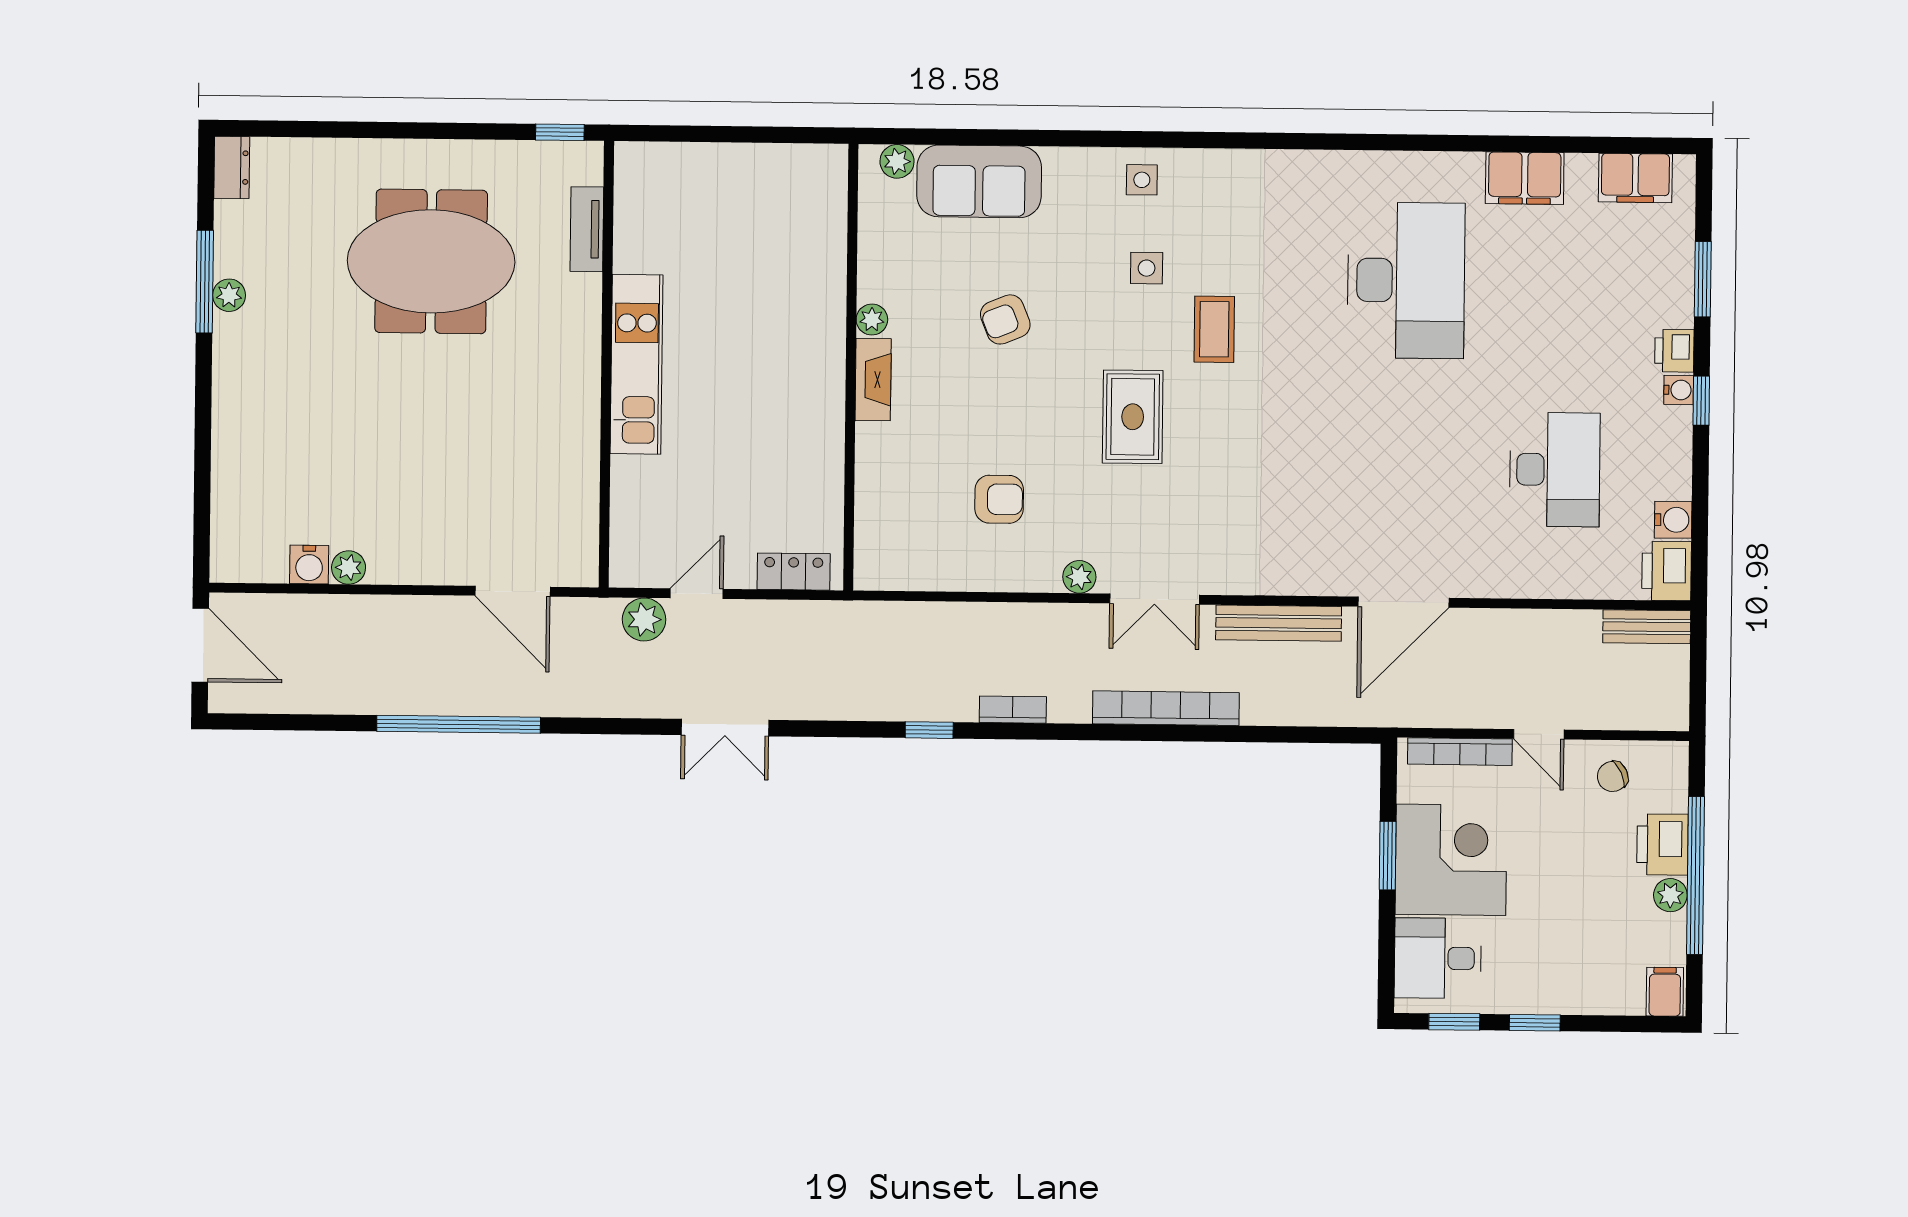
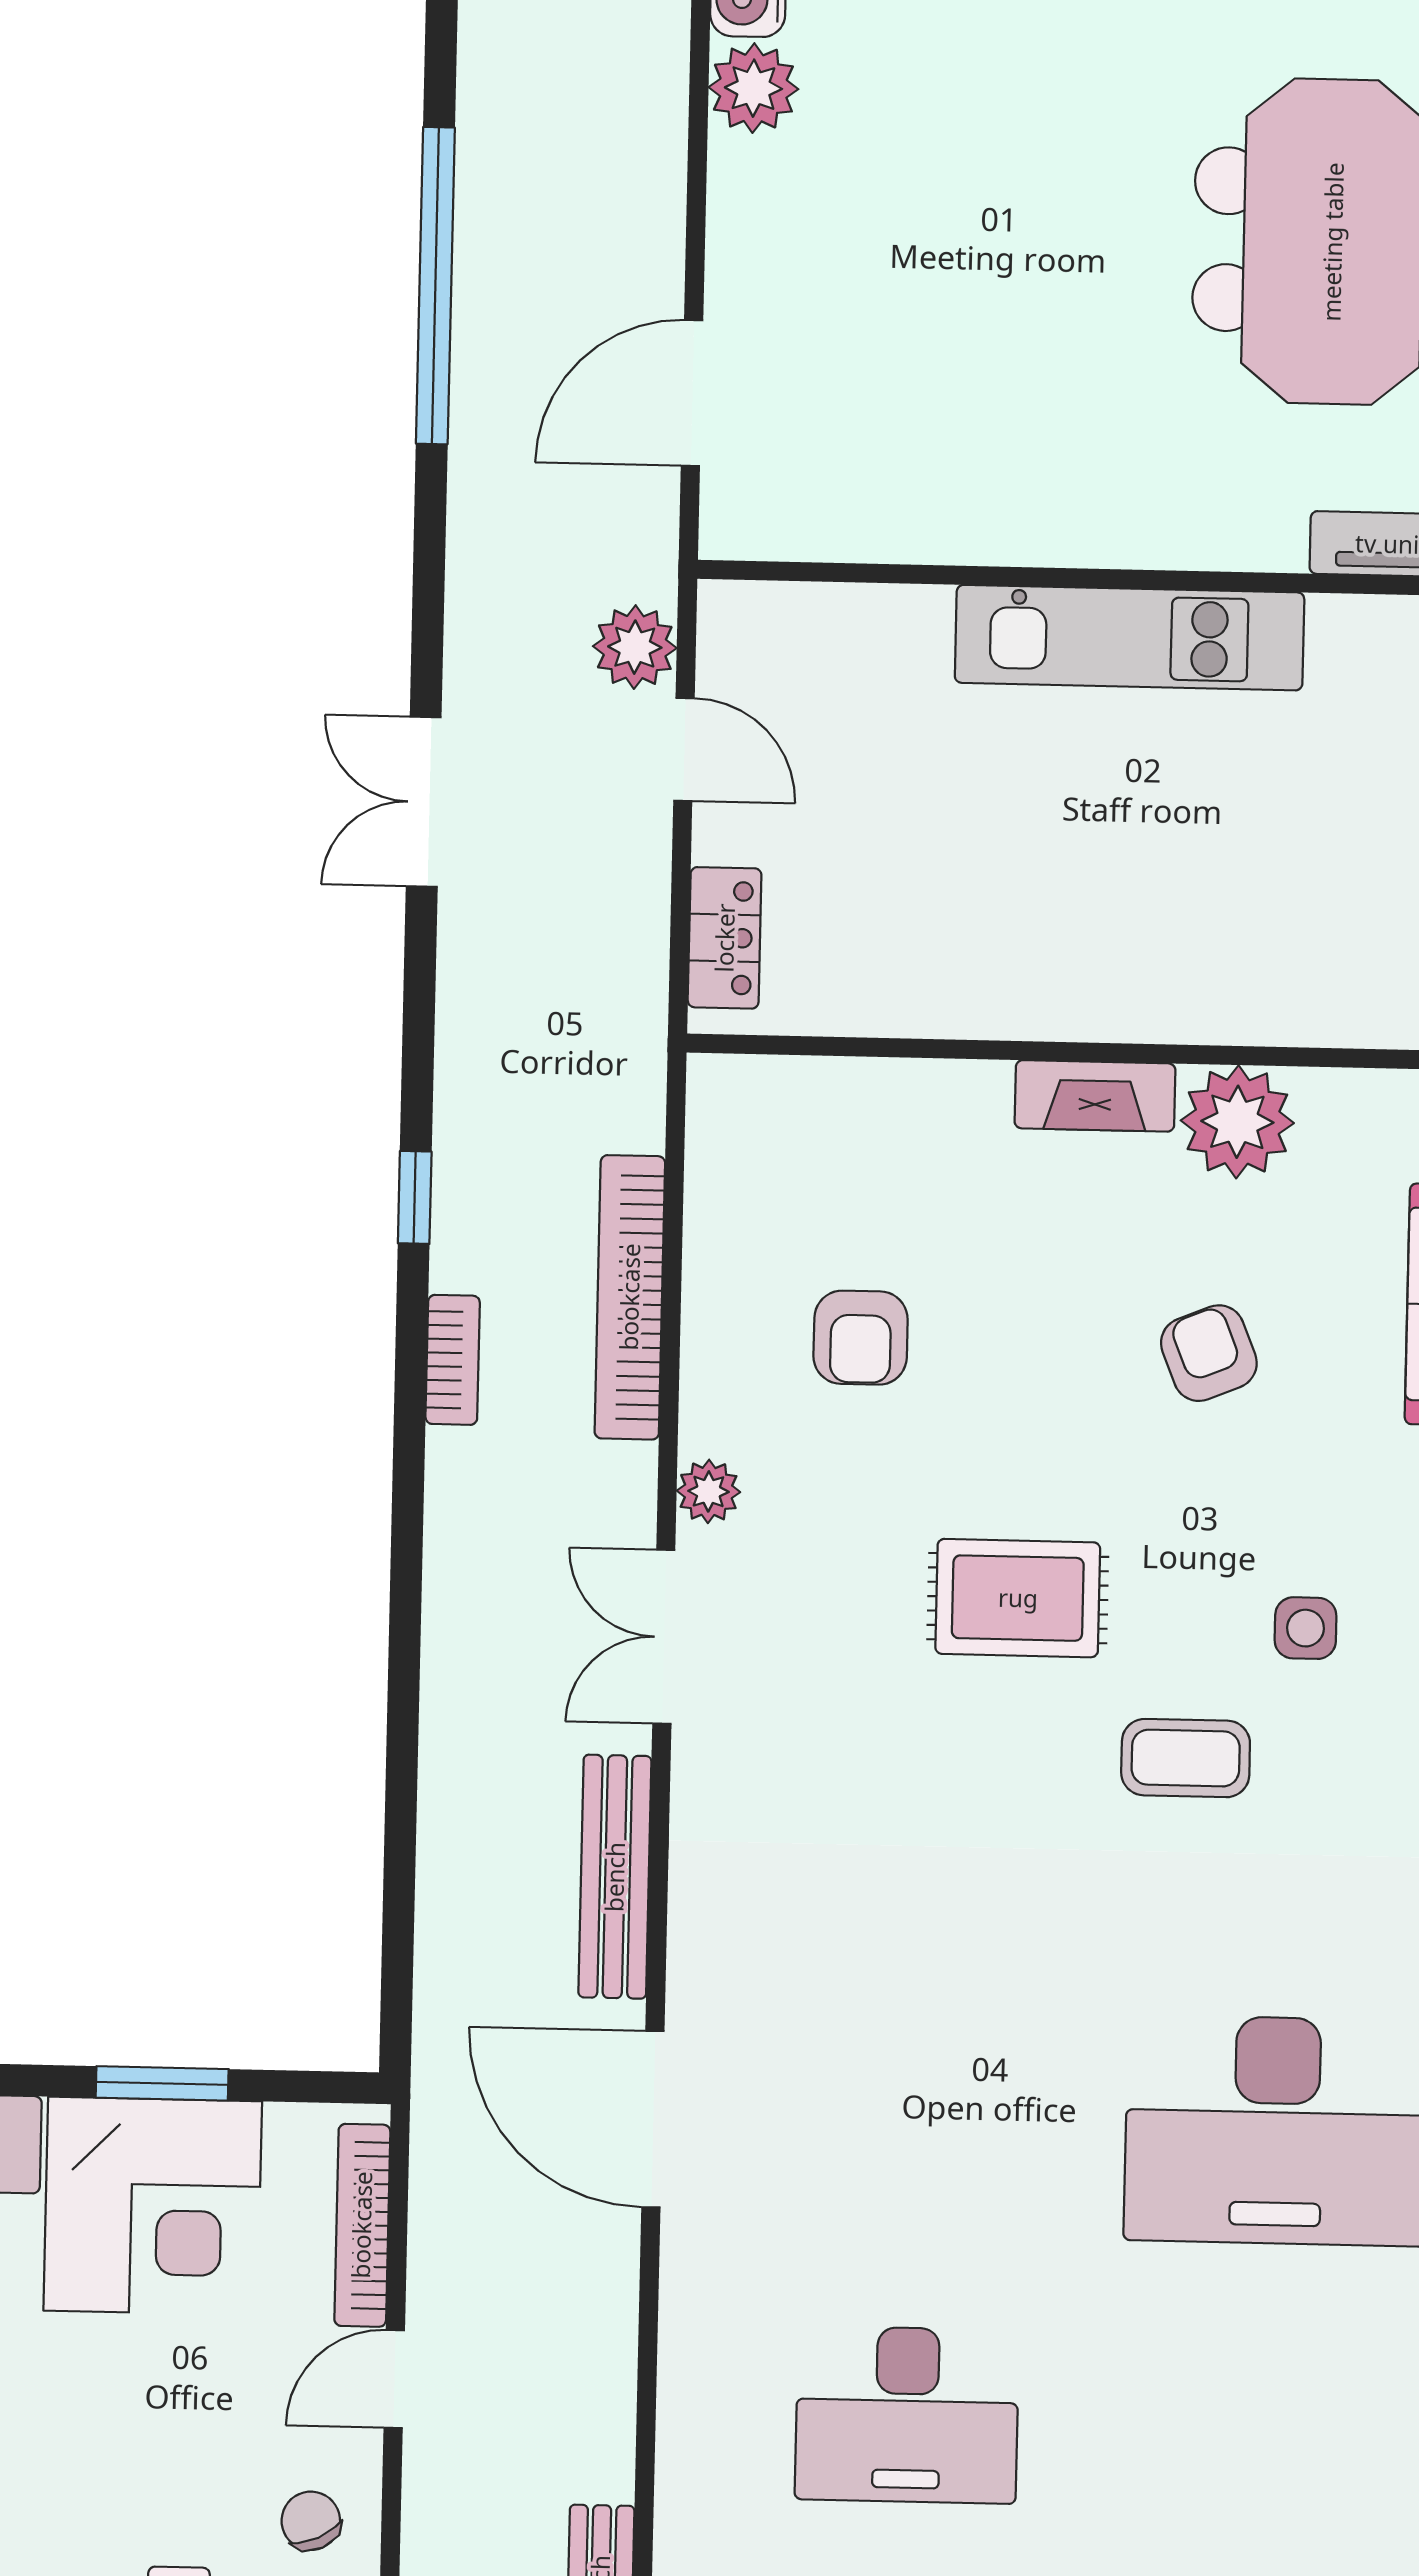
plant: (872, 320) -> (1237, 1122), width x1.88, depth x1.88
plant: (349, 568) -> (753, 88), width x1.38, depth x1.38
bookcase: (1166, 708) -> (630, 1297), moved, turned 180

